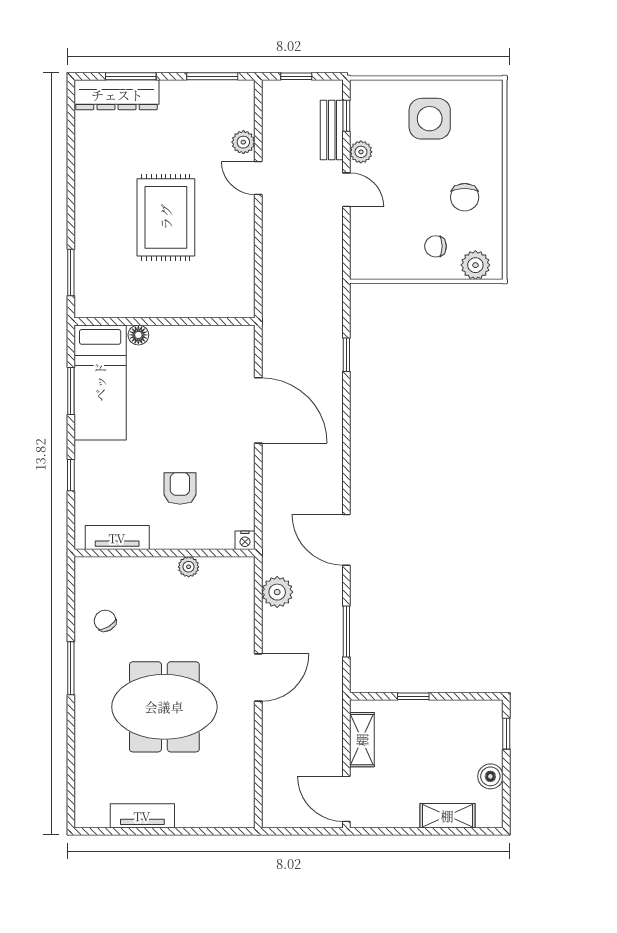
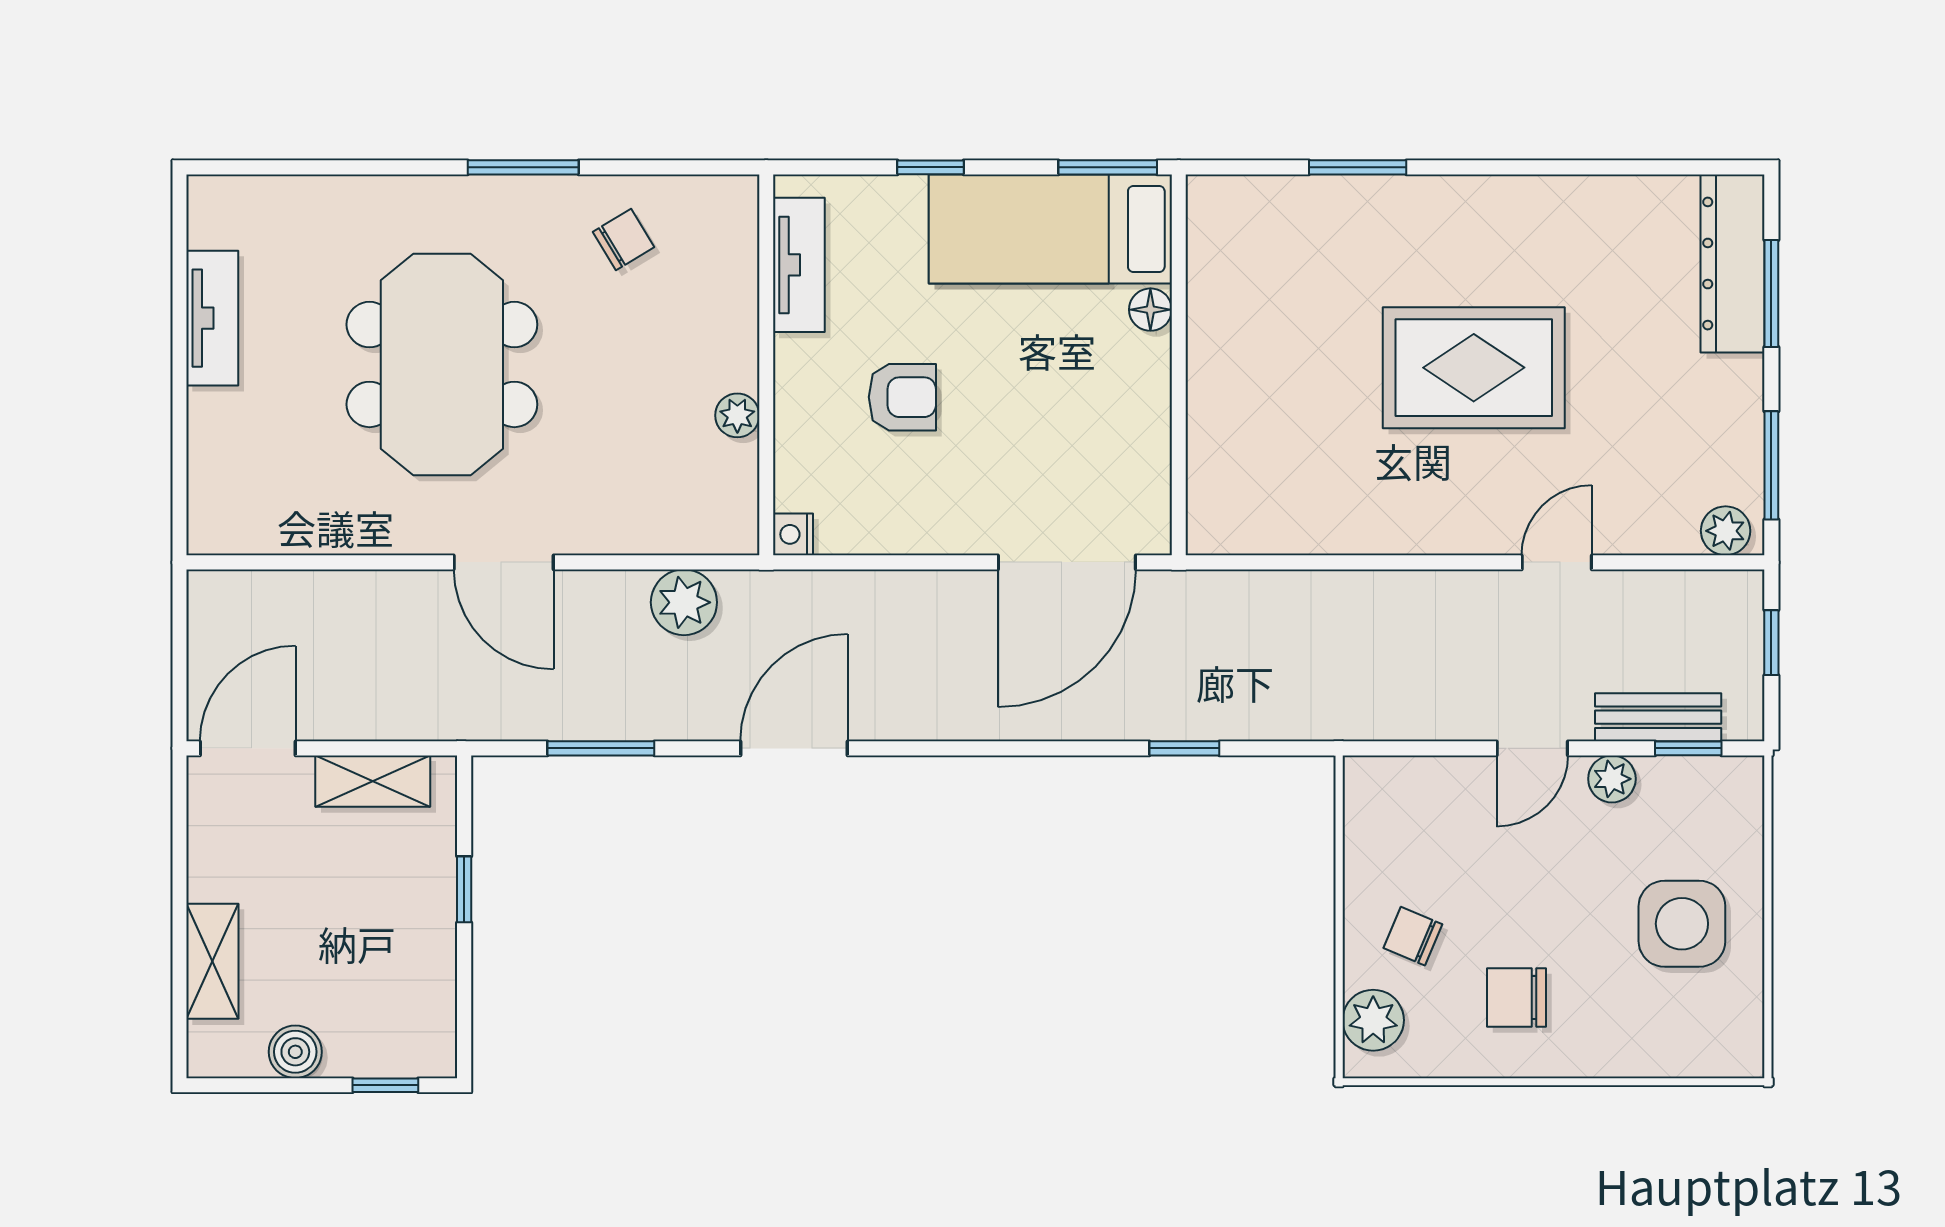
plant: (243, 142) -> (1726, 531), moved
chair: (436, 246) -> (1413, 936), turned -67
wall: (165, 322) -> (1179, 365), moved
floor lamp: (138, 335) -> (1150, 310), moved
bed: (100, 382) -> (1050, 229), moved

